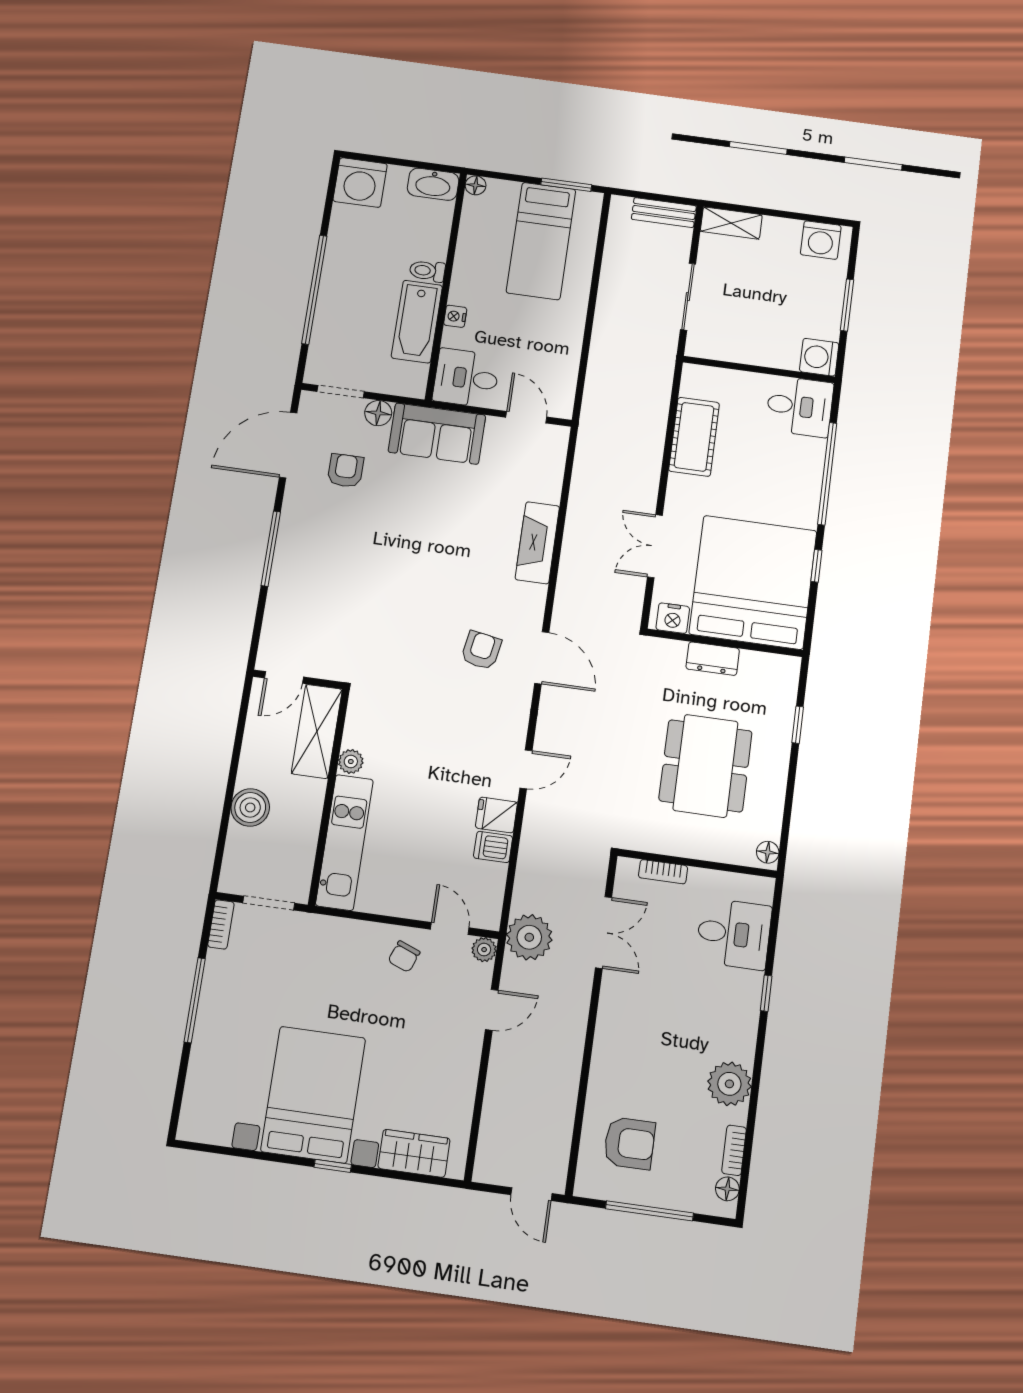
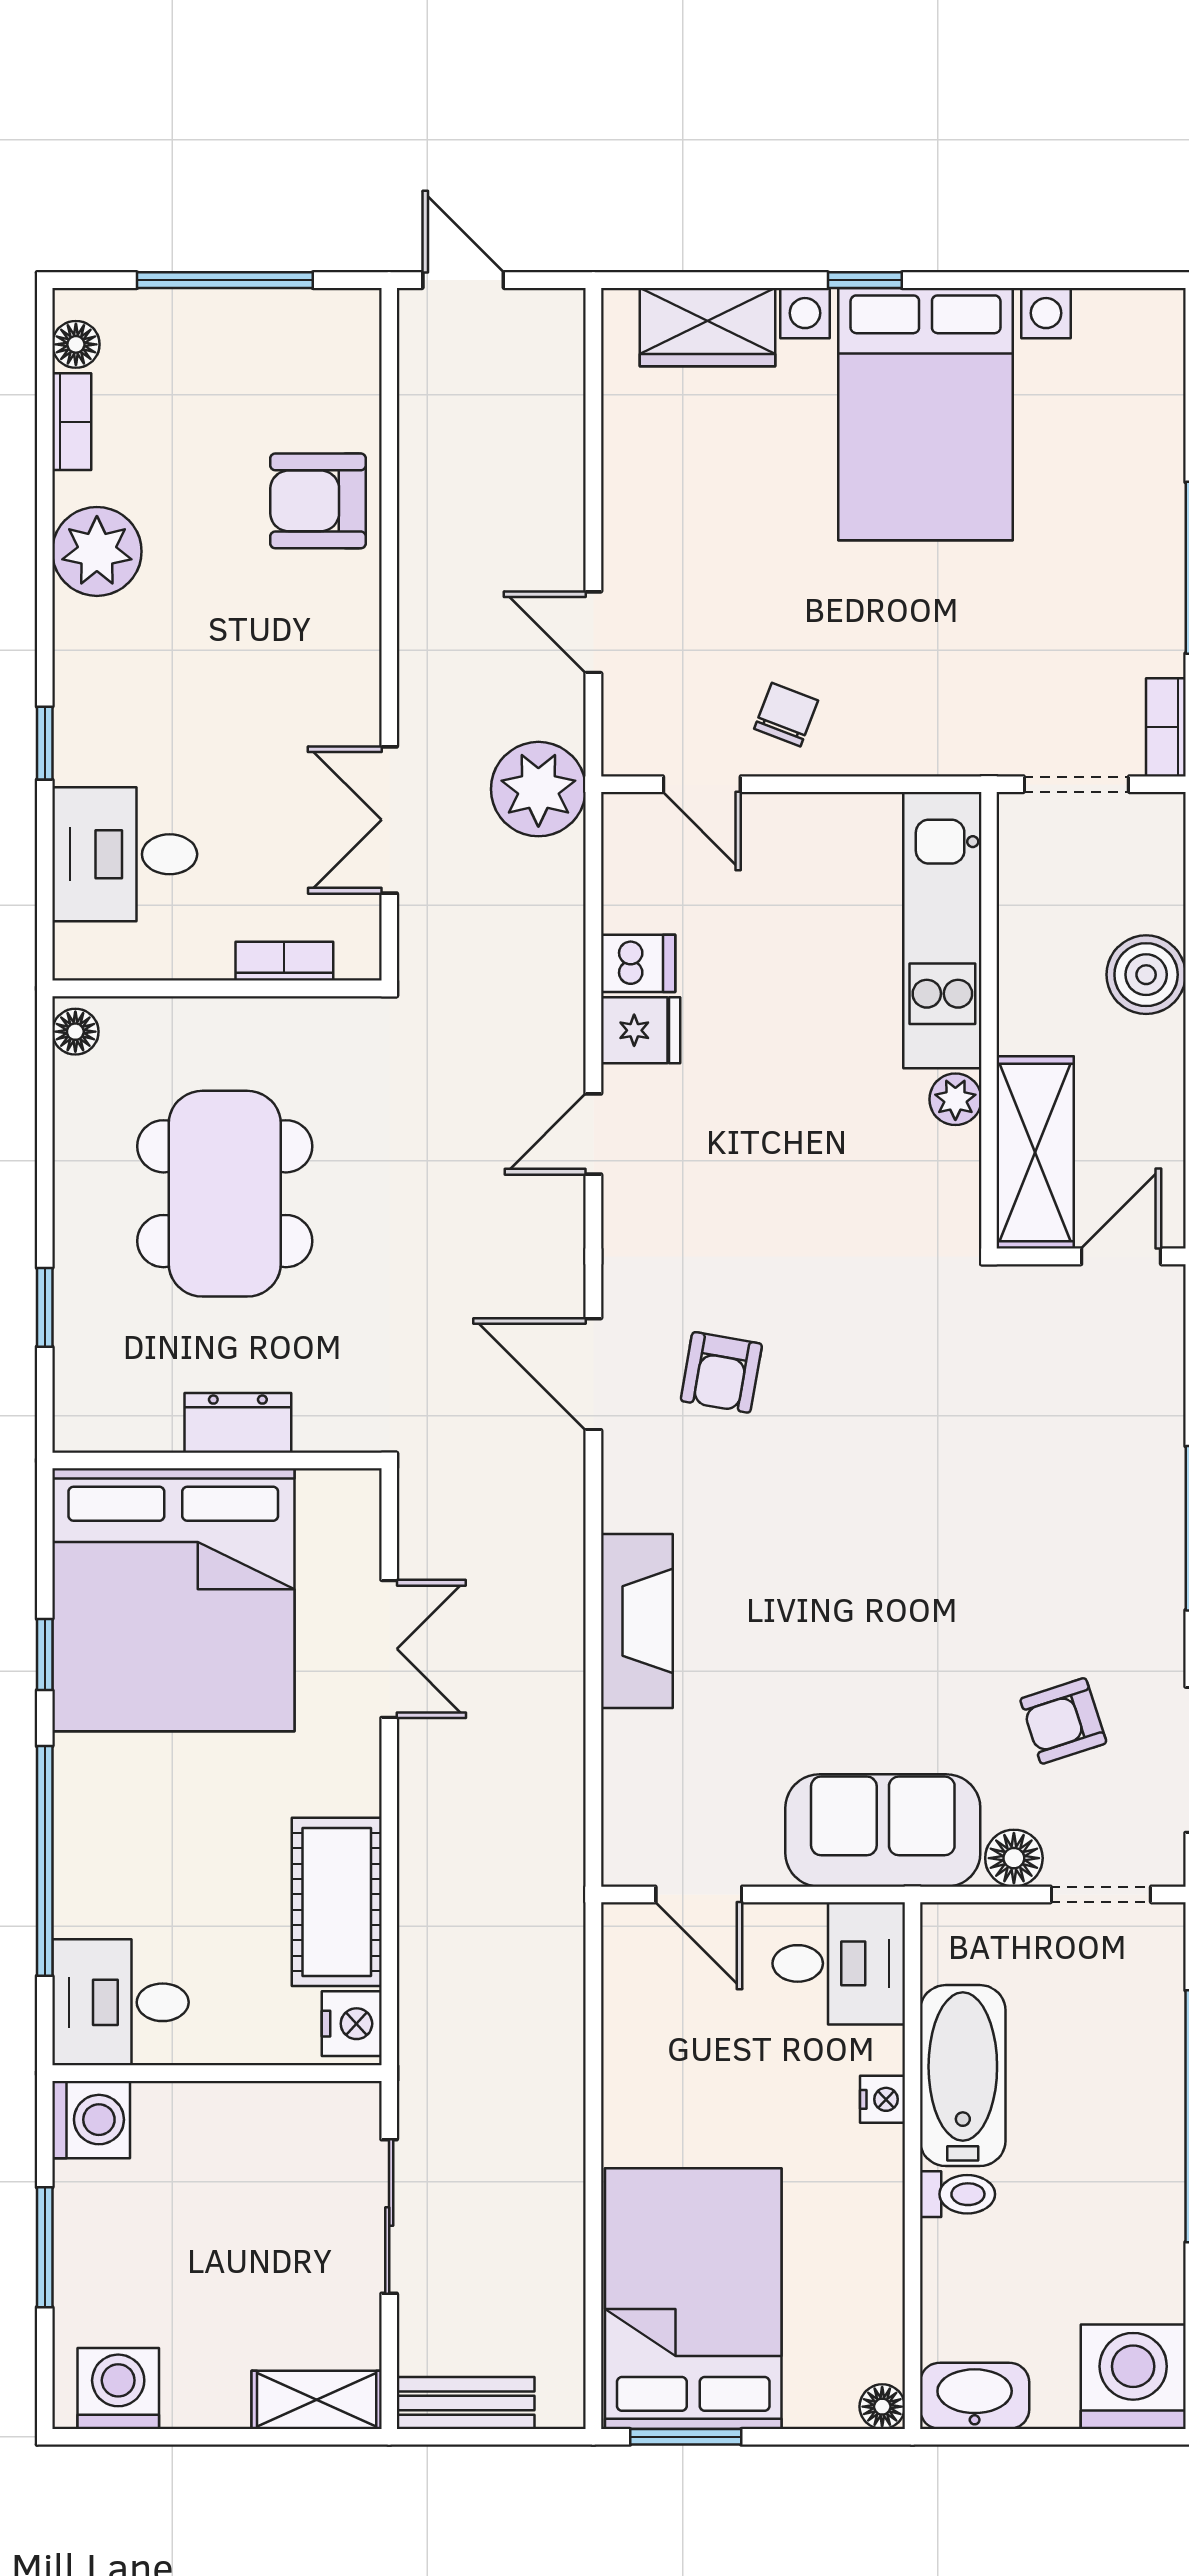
bed: (541, 241) -> (693, 2299), width x1.50
armchair: (346, 471) -> (1063, 1721), turned 72
nightstand: (673, 618) -> (352, 2024), moved, turned 90
plant: (484, 950) -> (626, 751), removed
door: (492, 1010) -> (593, 632), hinge flipped
armchair: (629, 1143) -> (318, 501), moved

